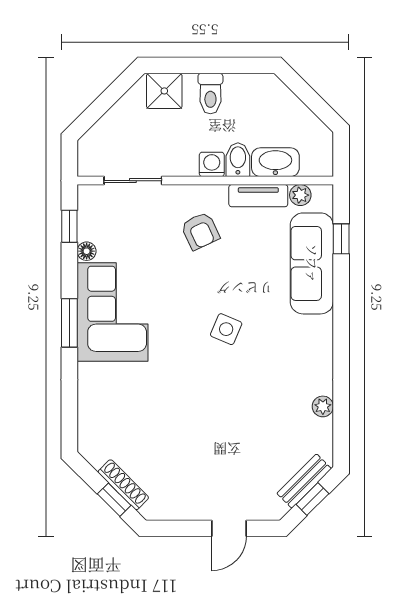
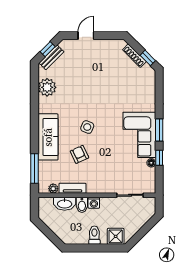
window: (69, 226) -> (159, 158), moved
armchair: (200, 231) -> (79, 154), moved
window: (341, 239) -> (34, 168), width x2.17
sofa: (312, 263) -> (48, 137), moved
plant: (323, 406) -> (47, 87), width x1.87, depth x1.87
window: (114, 500) -> (148, 58), moved

